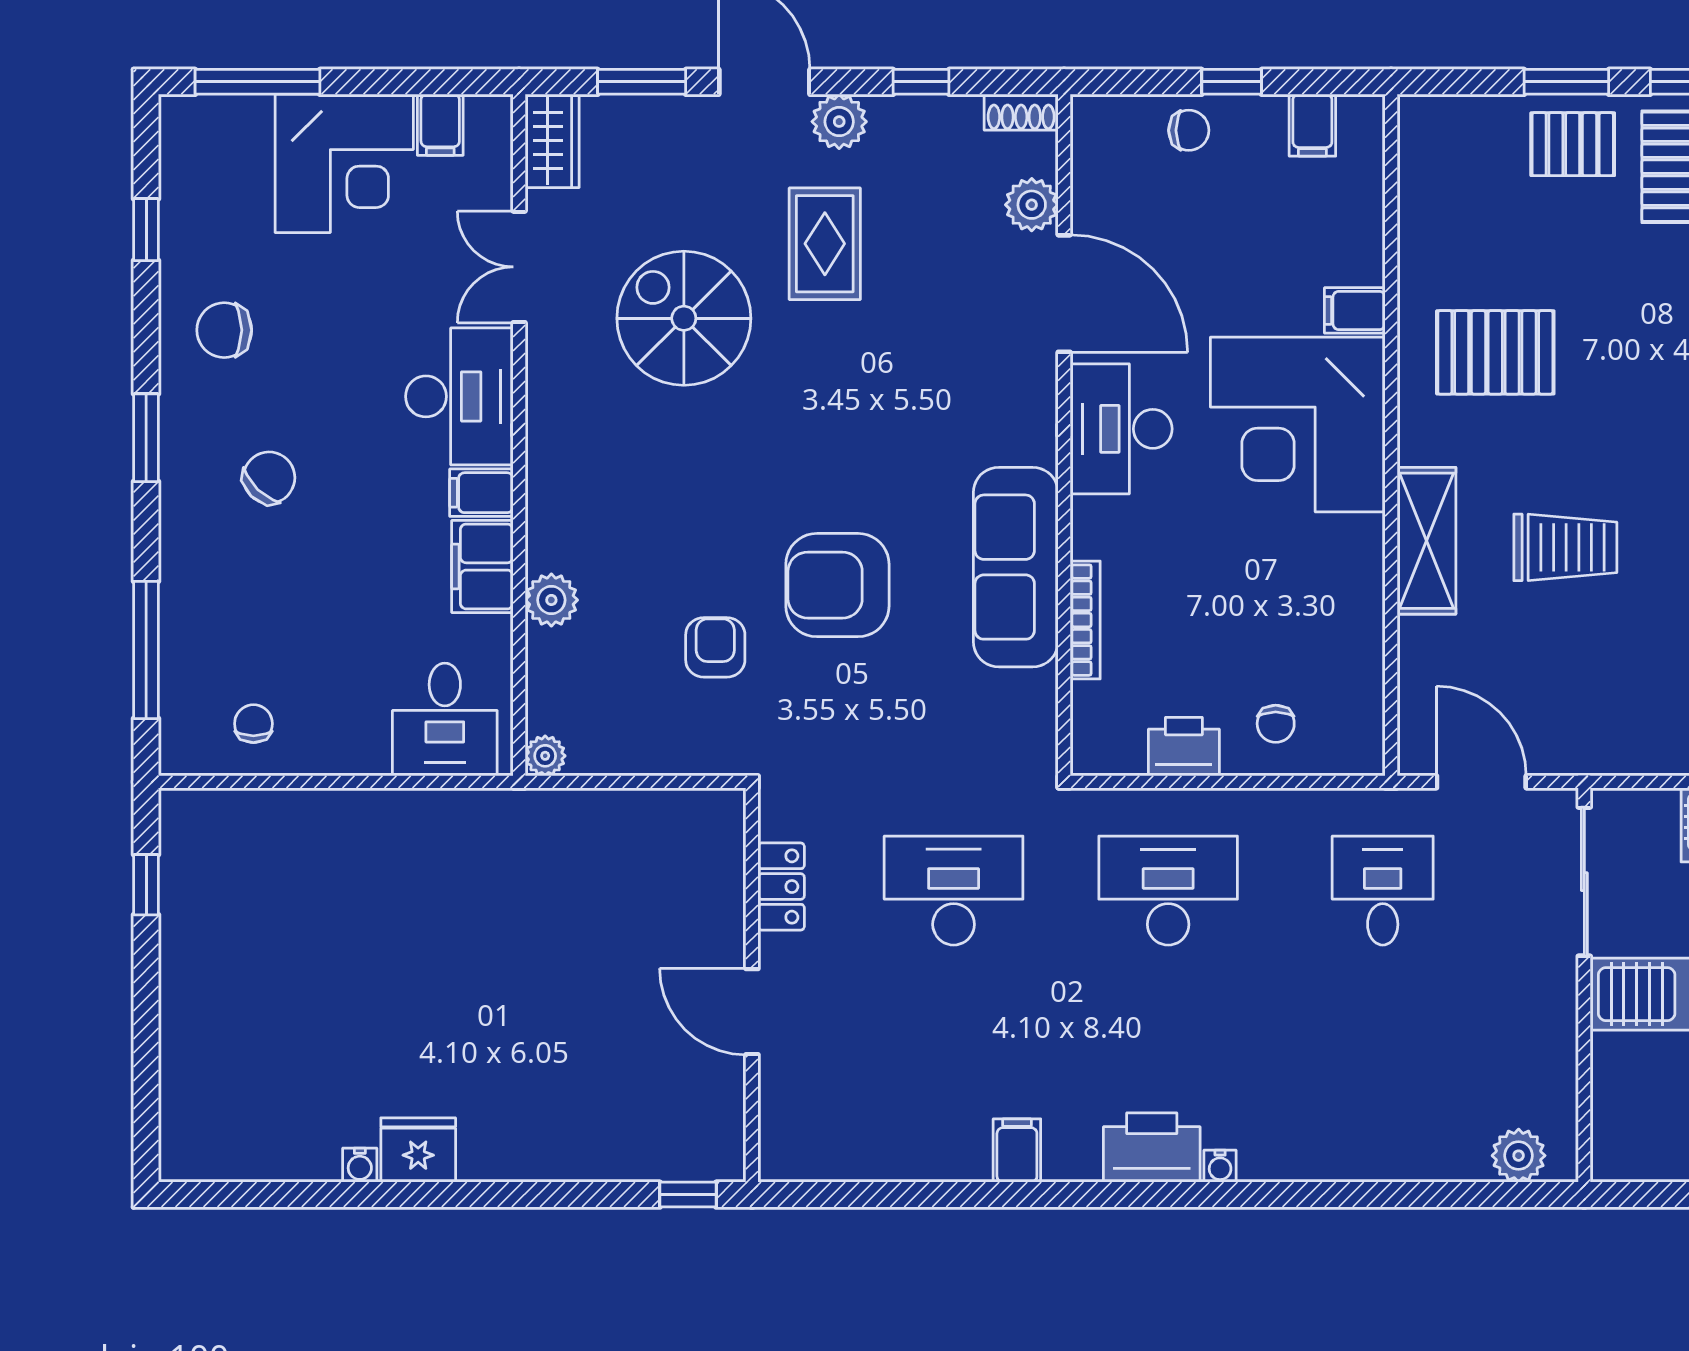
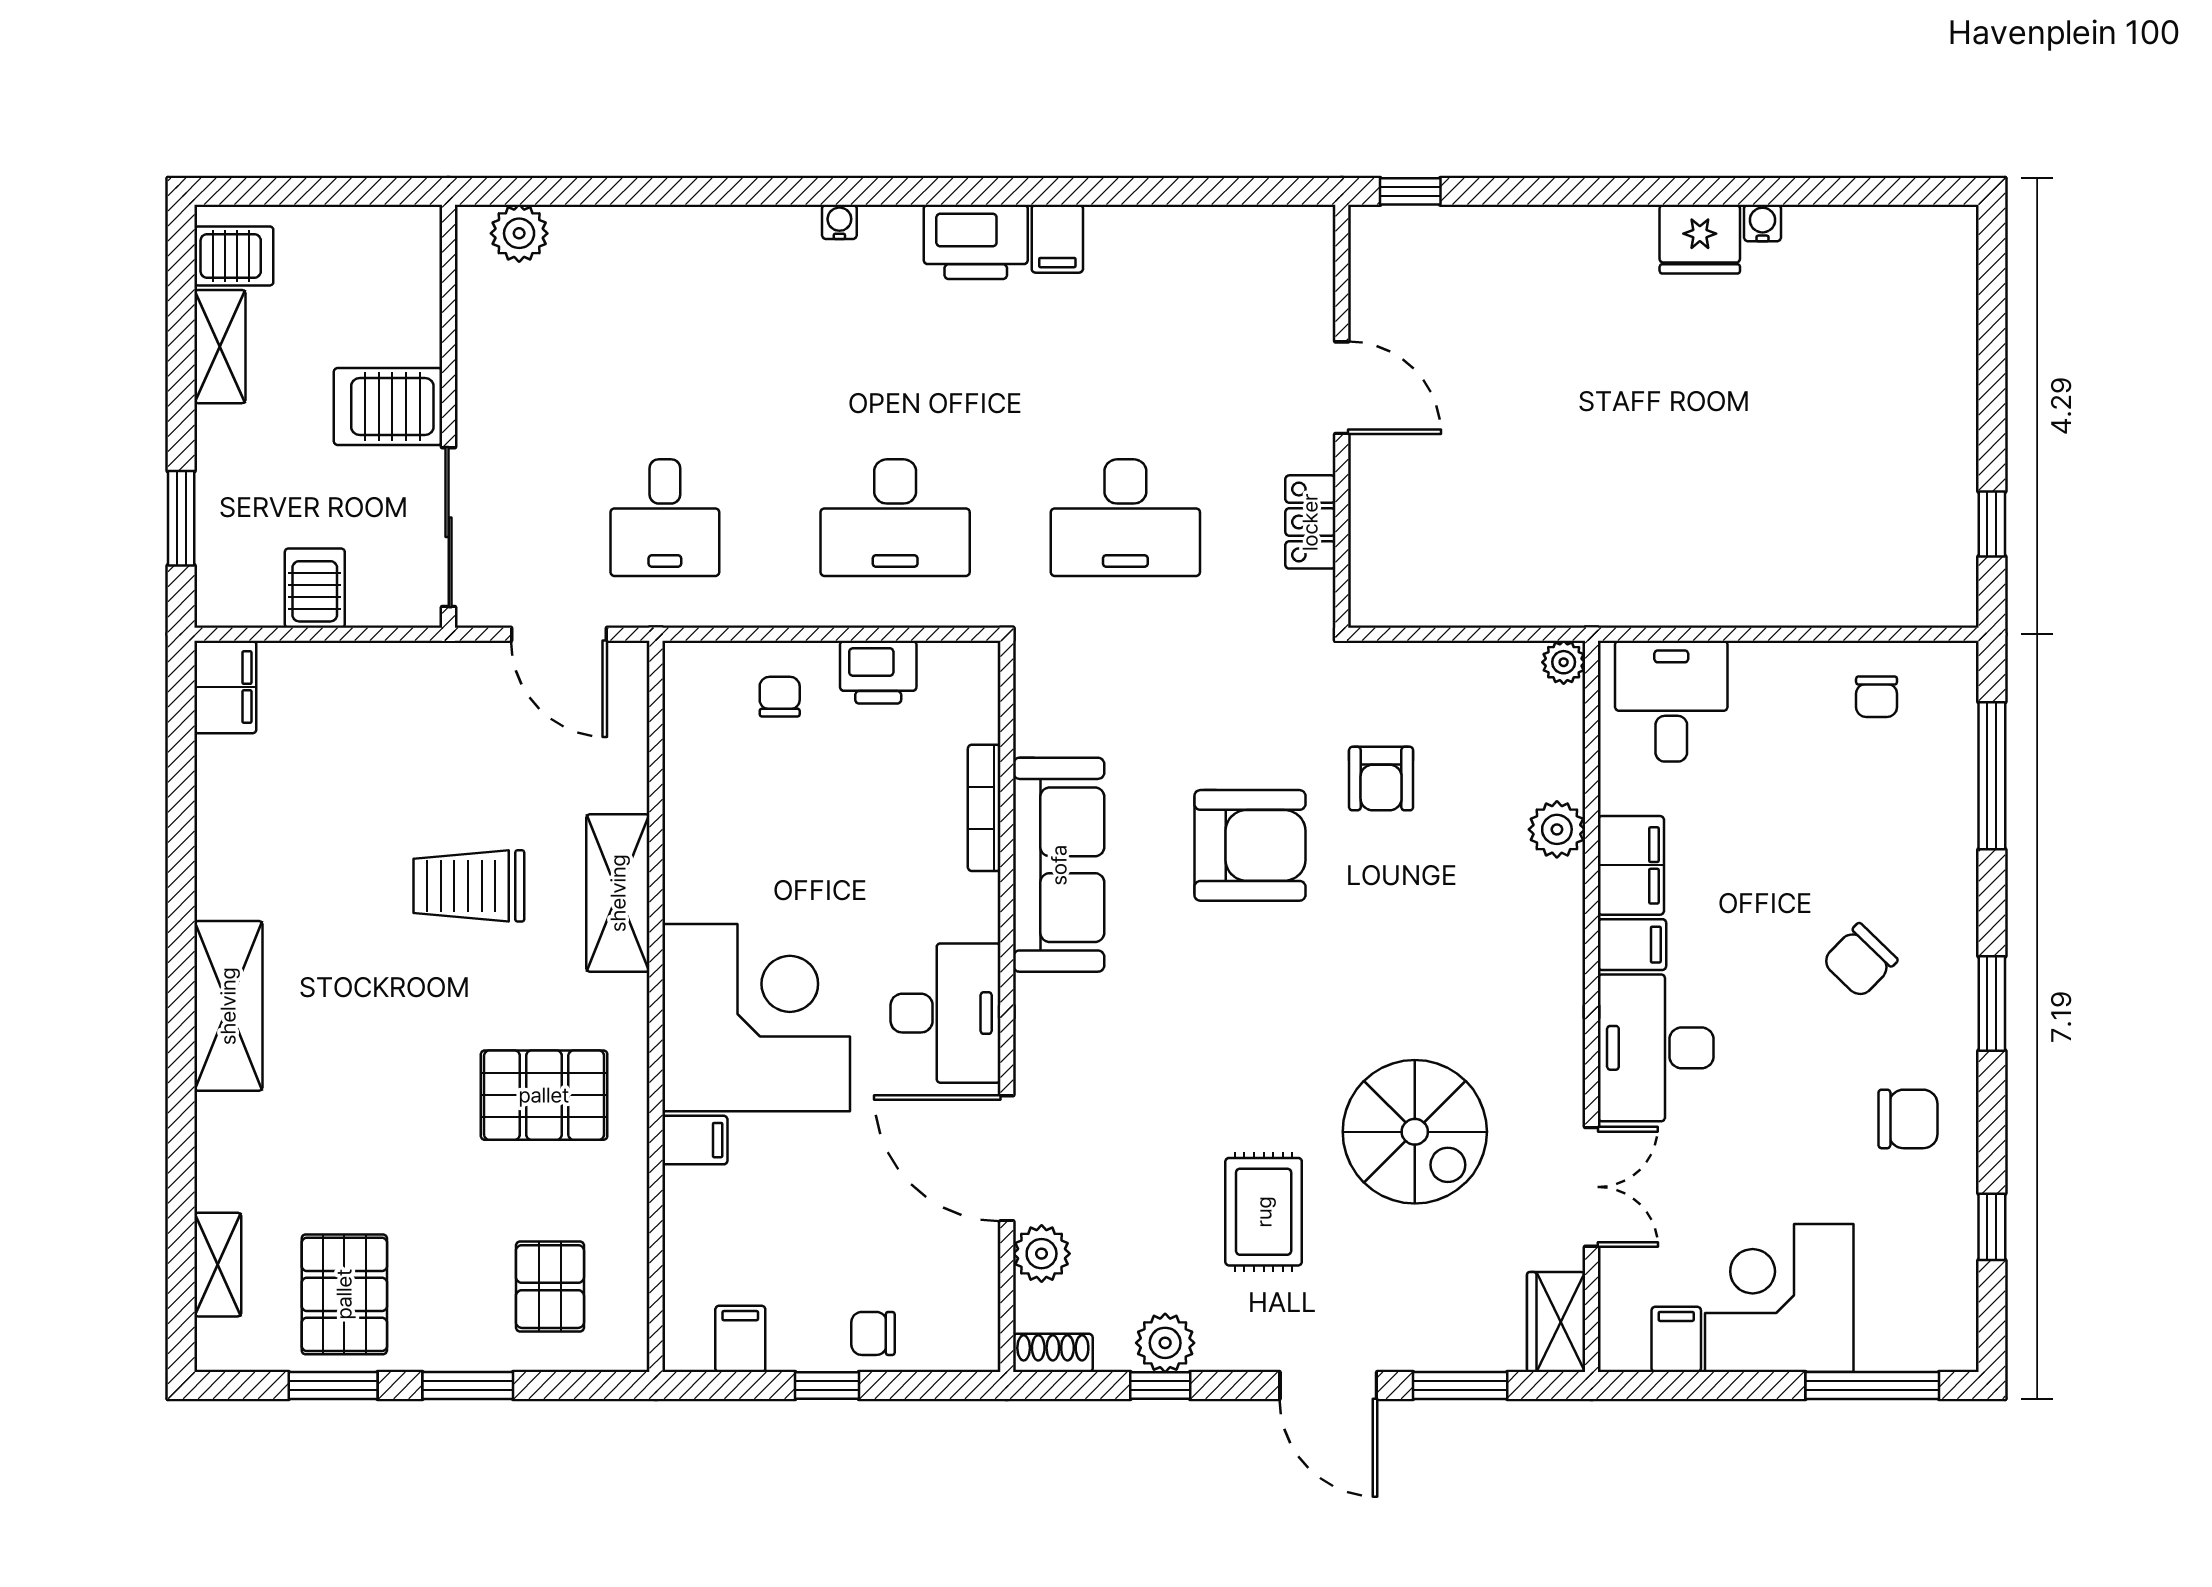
plant: (839, 122) -> (1165, 1343), moved
pallet: (1573, 144) -> (550, 1287), moved, turned 90
printer: (1152, 1148) -> (976, 242), moved

